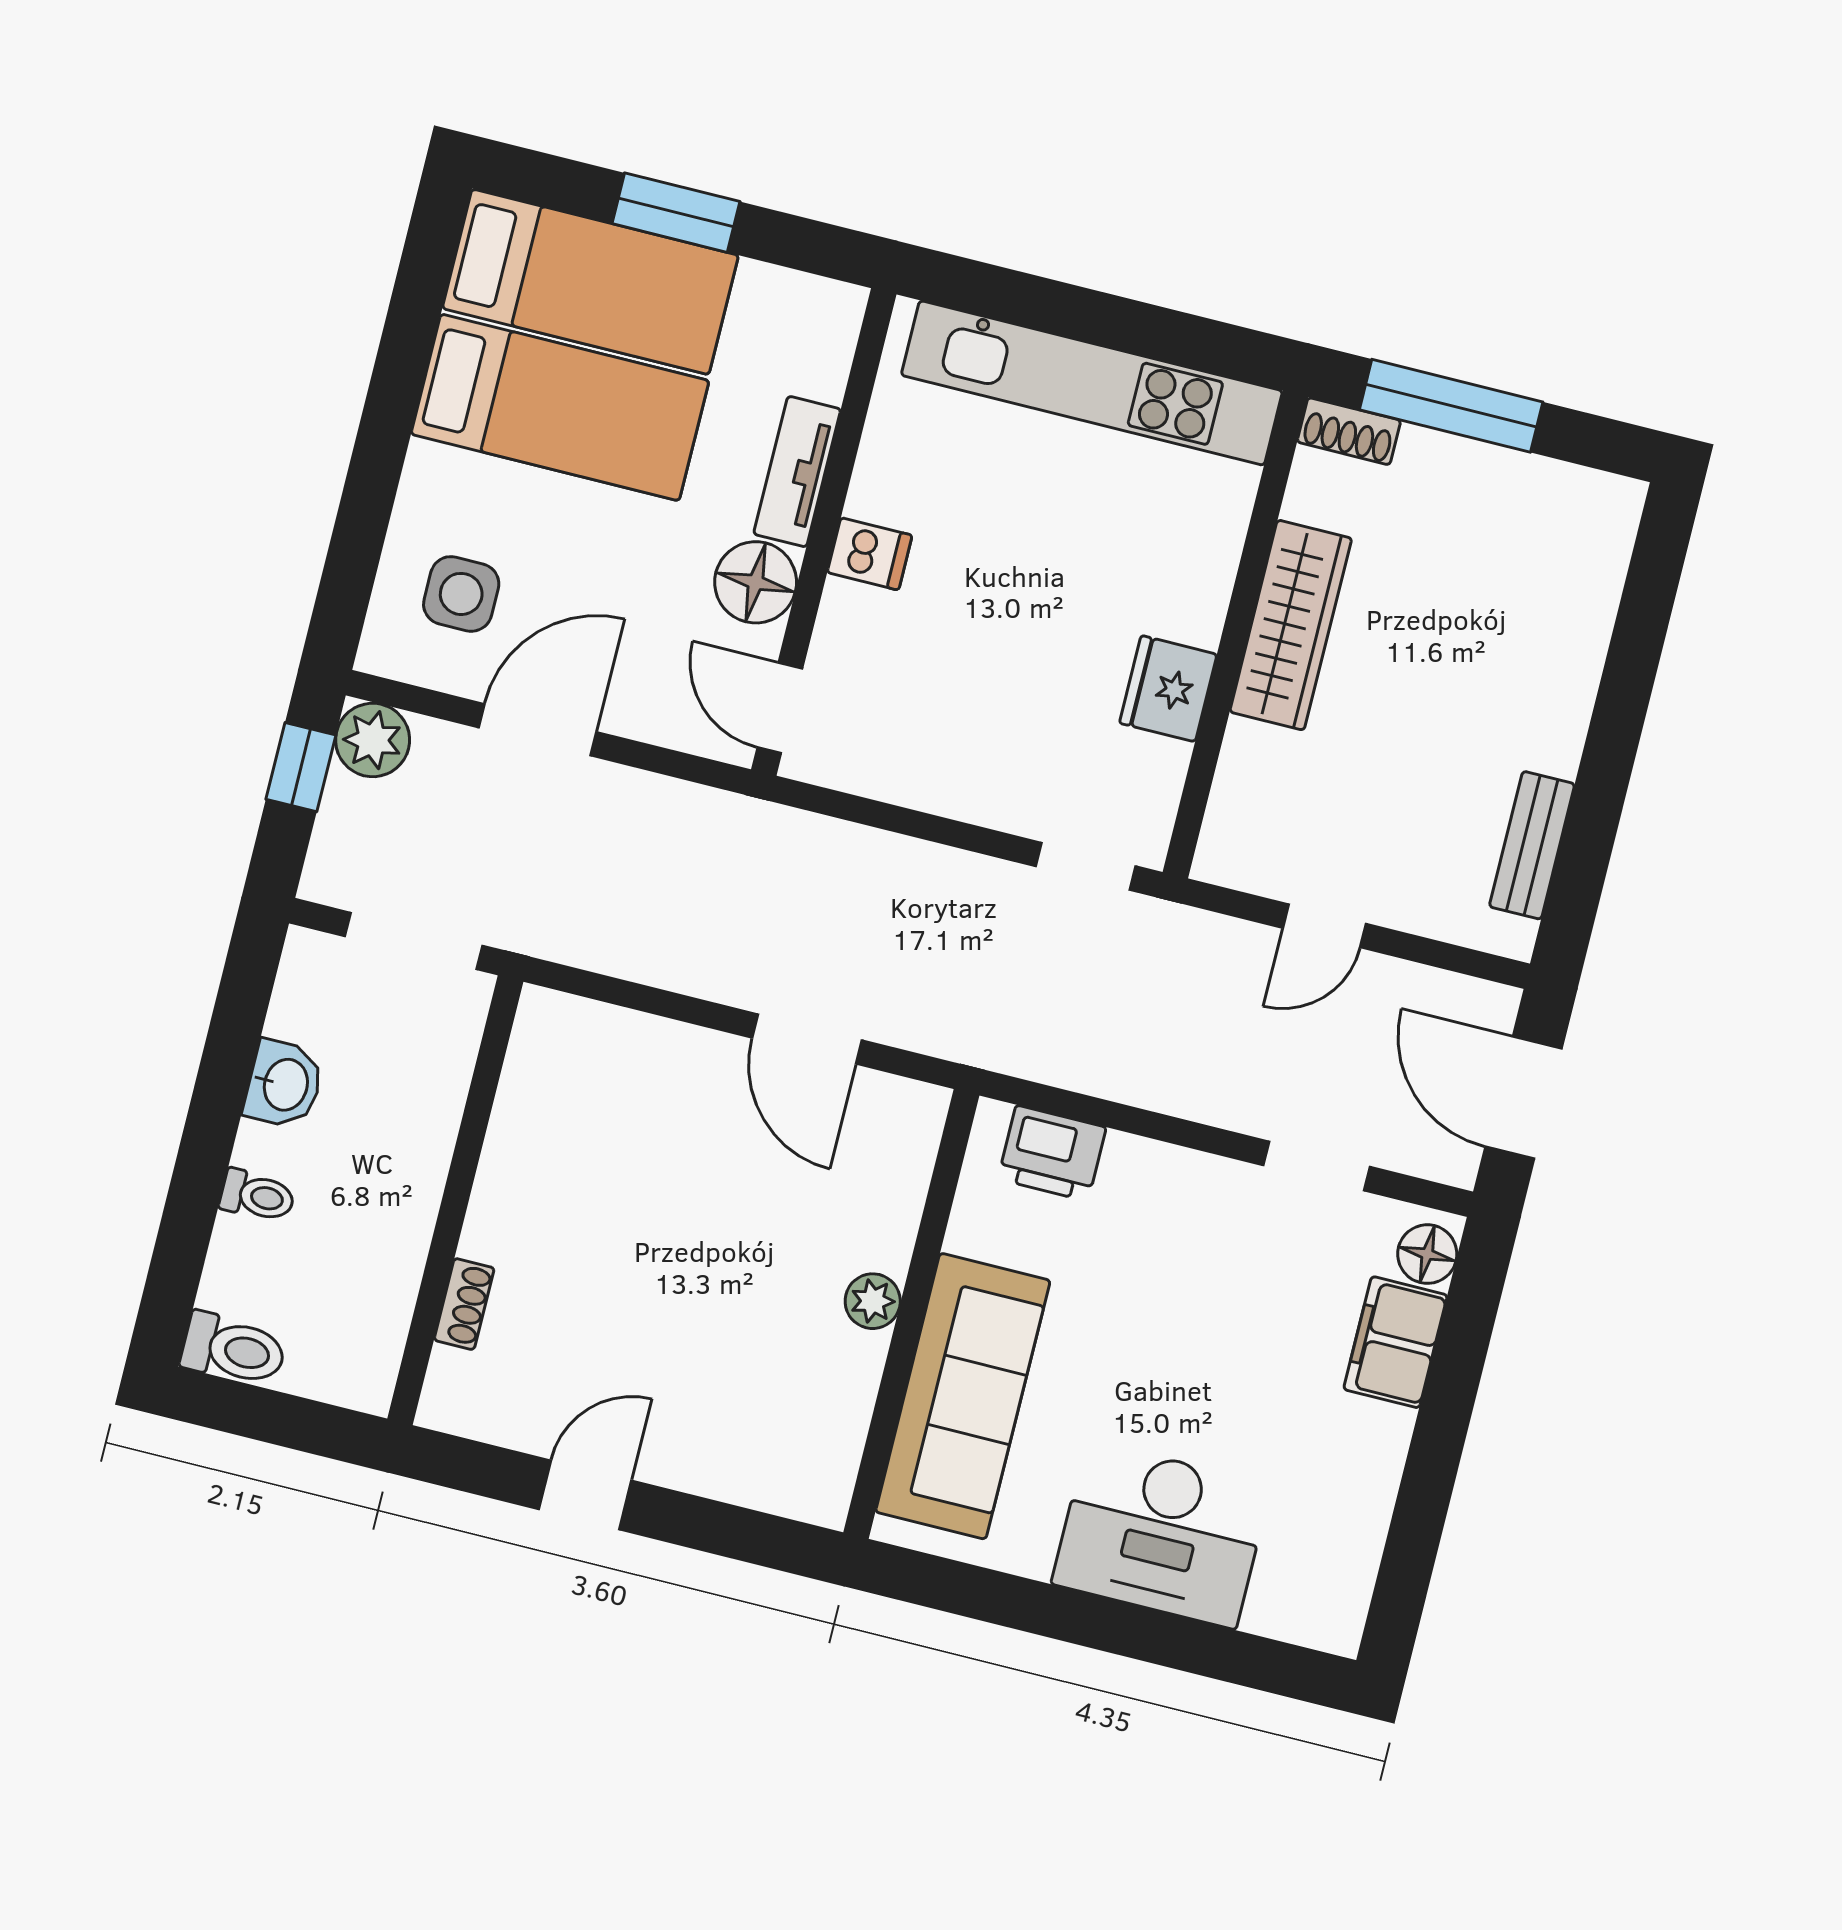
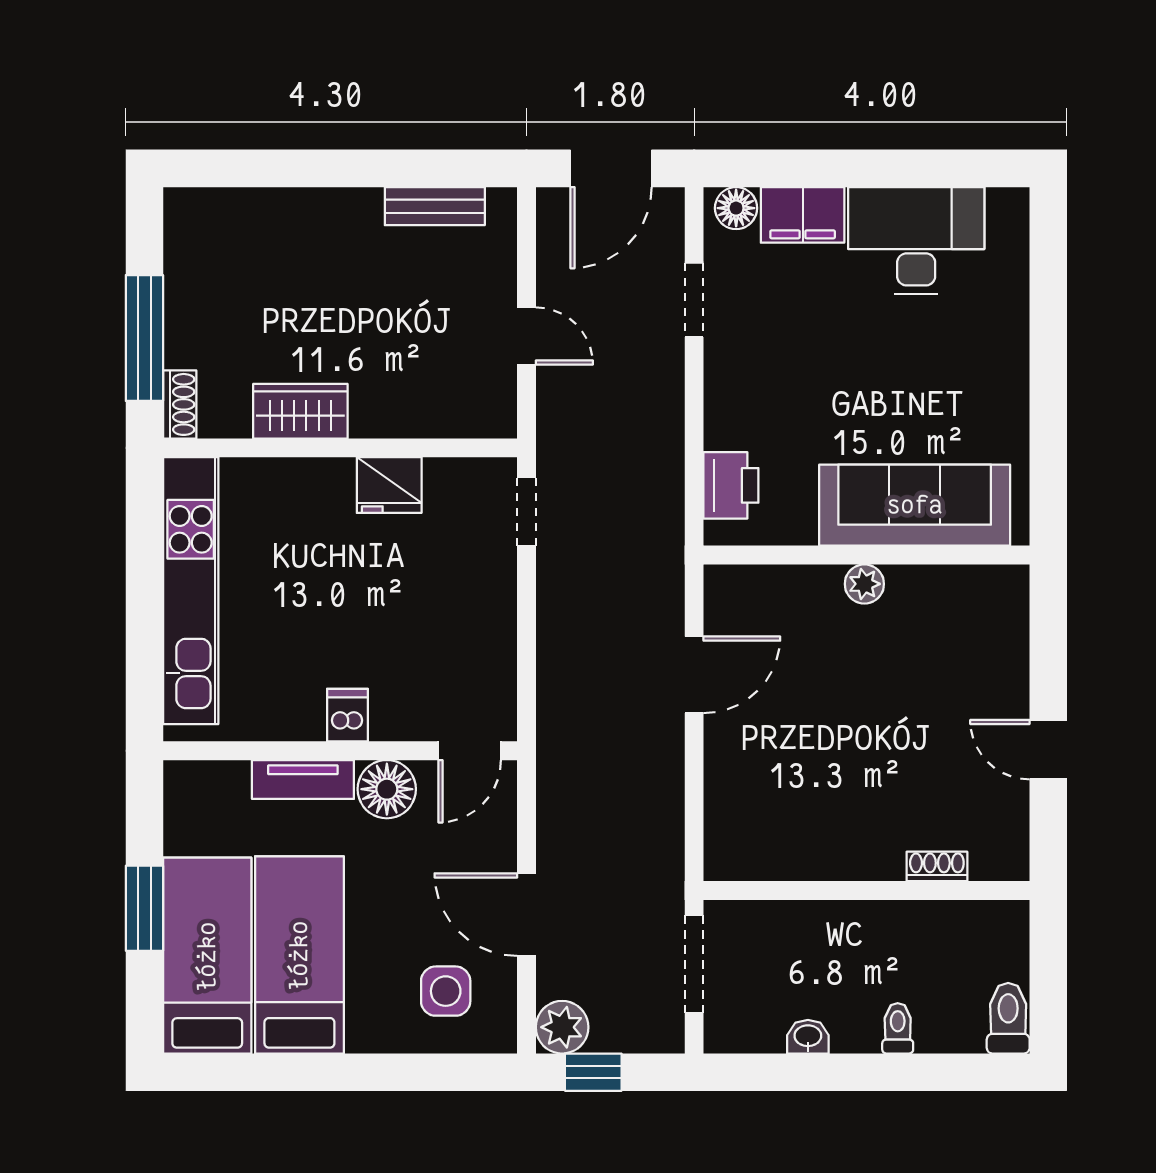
wardrobe: (1291, 625) -> (300, 411), width x0.67
washbasin: (284, 1084) -> (808, 1037), width x0.72, depth x0.69
desk: (1161, 1534) -> (916, 241), moved, turned -90

